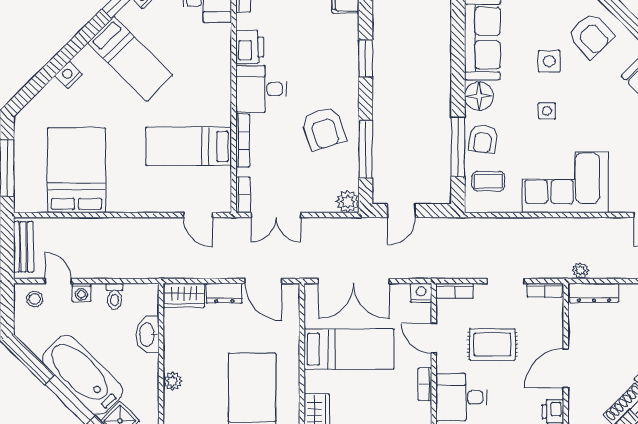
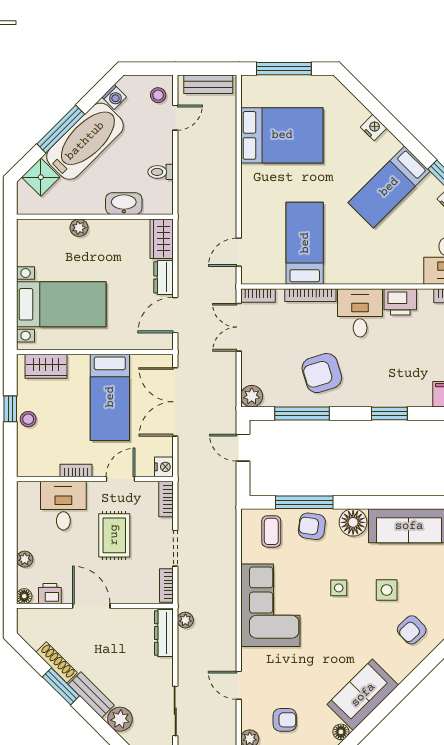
armchair: (591, 35) -> (412, 630), width x0.72, depth x0.72
washing machine: (81, 292) -> (114, 97), moved, turned -135

